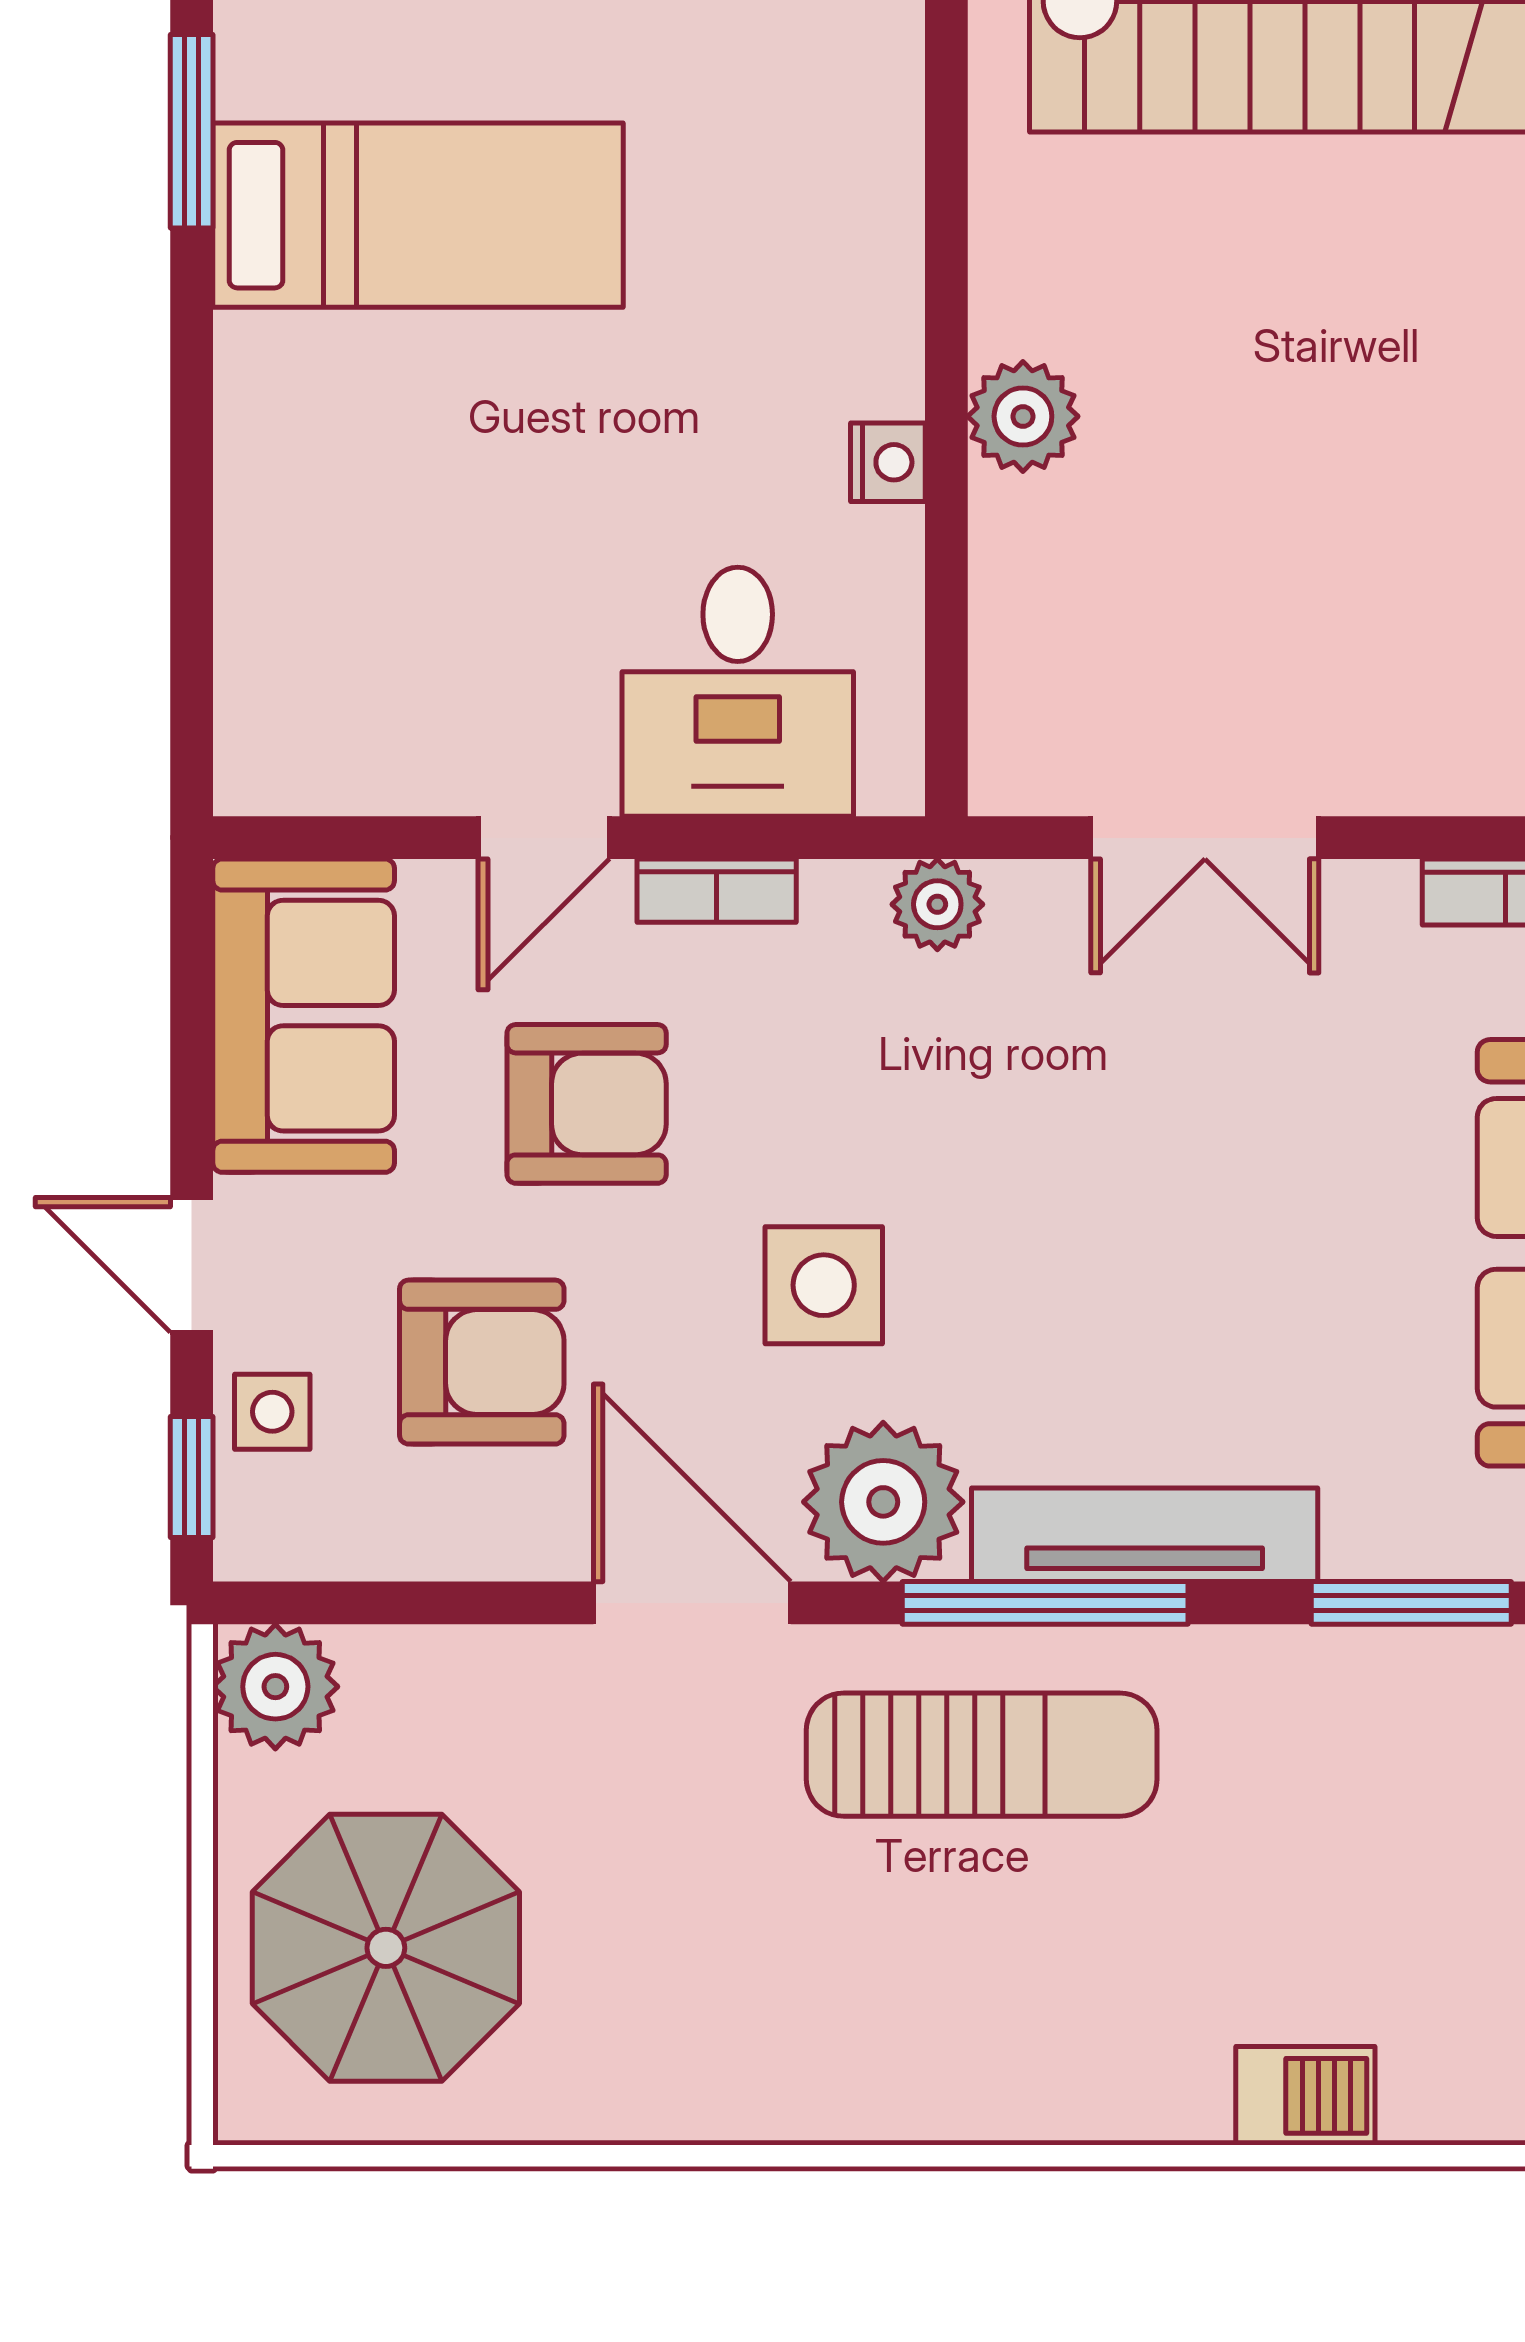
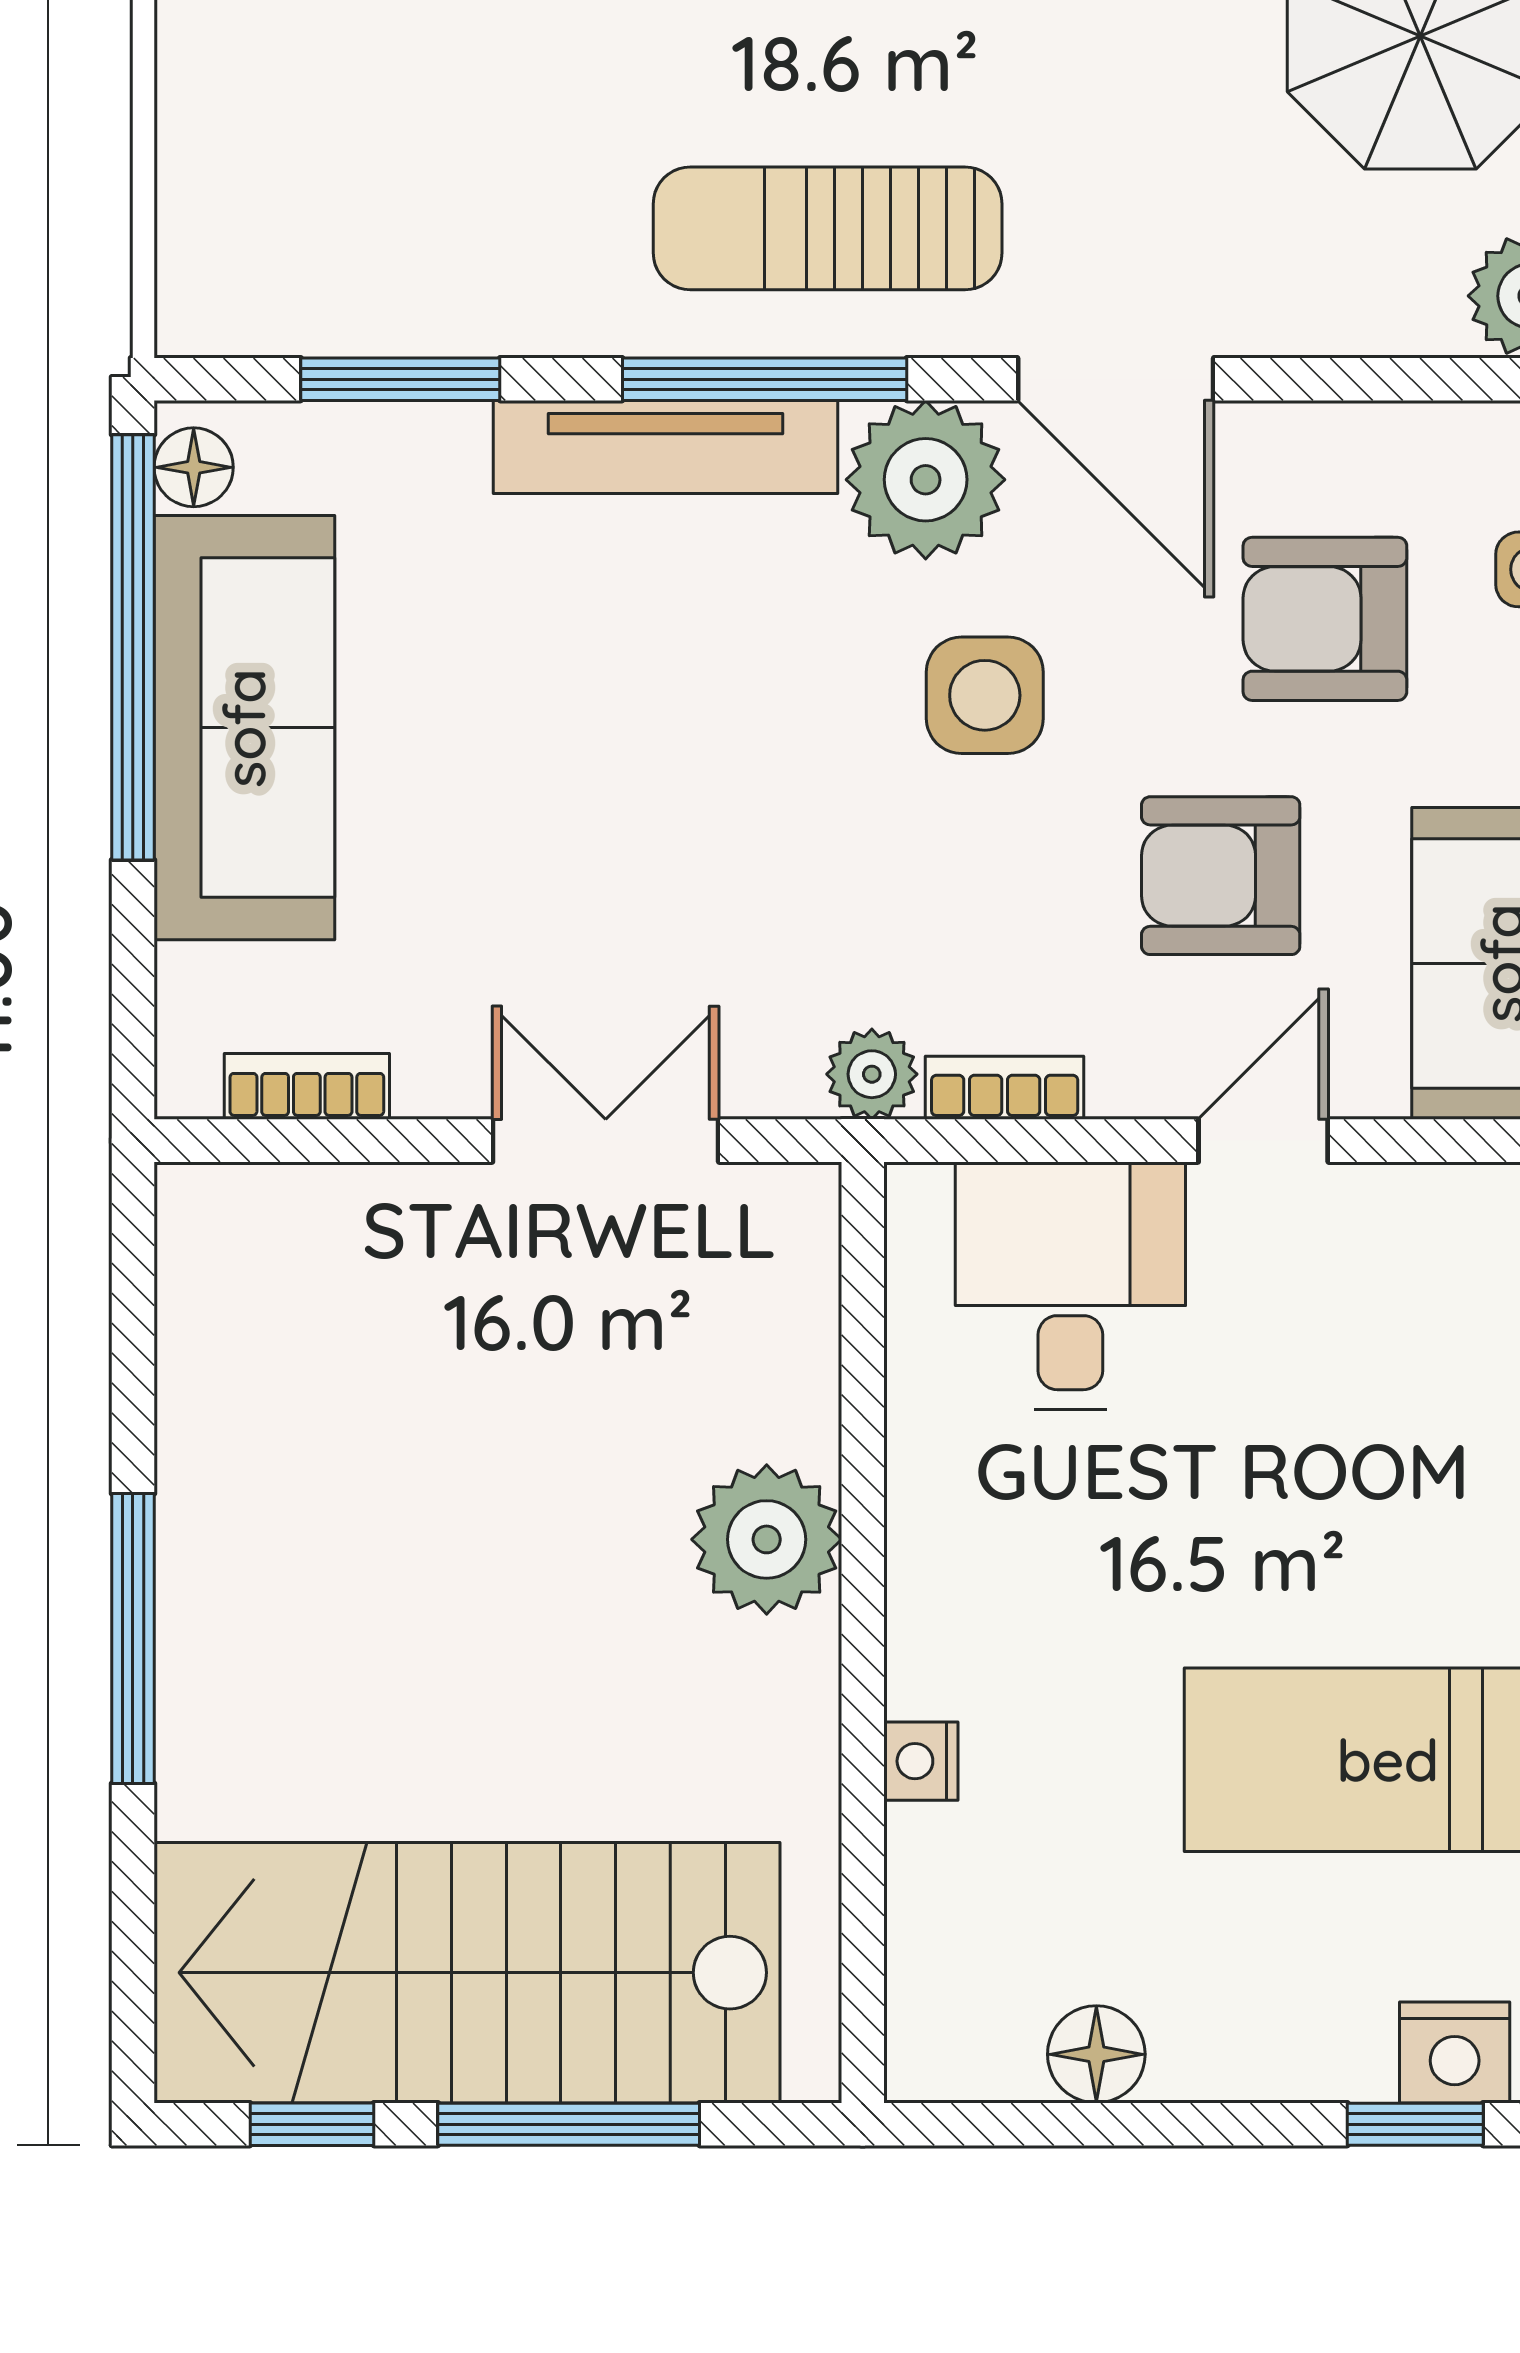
plant: (1023, 416) -> (767, 1539), width x1.36, depth x1.36
nightstand: (888, 462) -> (921, 1761), moved
bookcase: (717, 891) -> (1005, 1088), moved

